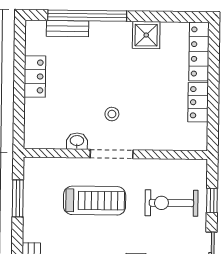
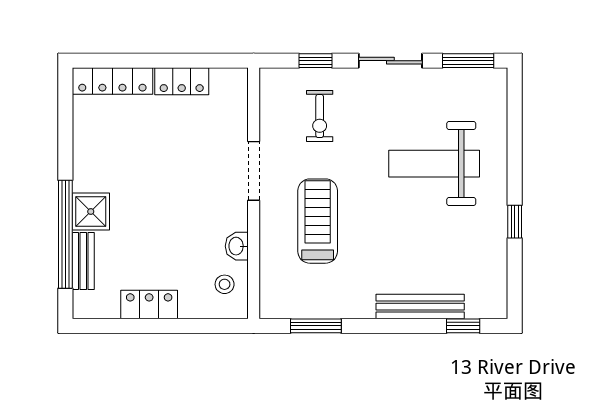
shower: (146, 35) -> (91, 212), moved
stool: (112, 114) -> (225, 284), moved
doorway: (112, 154) -> (254, 171), moved
exercise bike: (171, 203) -> (320, 116), width x0.73, depth x0.72

